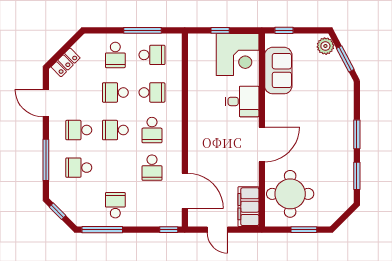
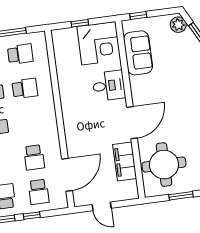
school desk: (152, 130) -> (39, 192), moved
door: (185, 191) -> (67, 175), hinge flipped
filing cabinet: (248, 207) -> (125, 161), moved
window: (169, 230) -> (32, 216), moved

